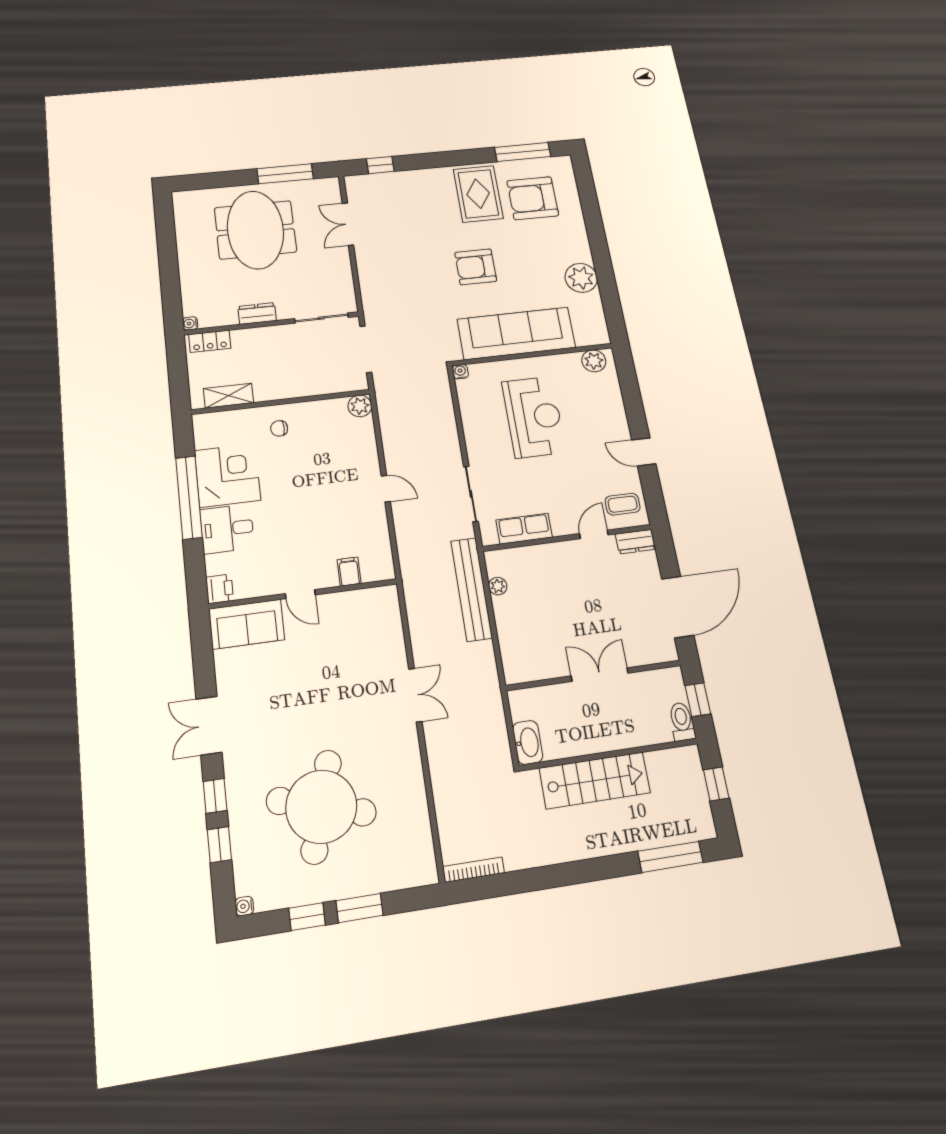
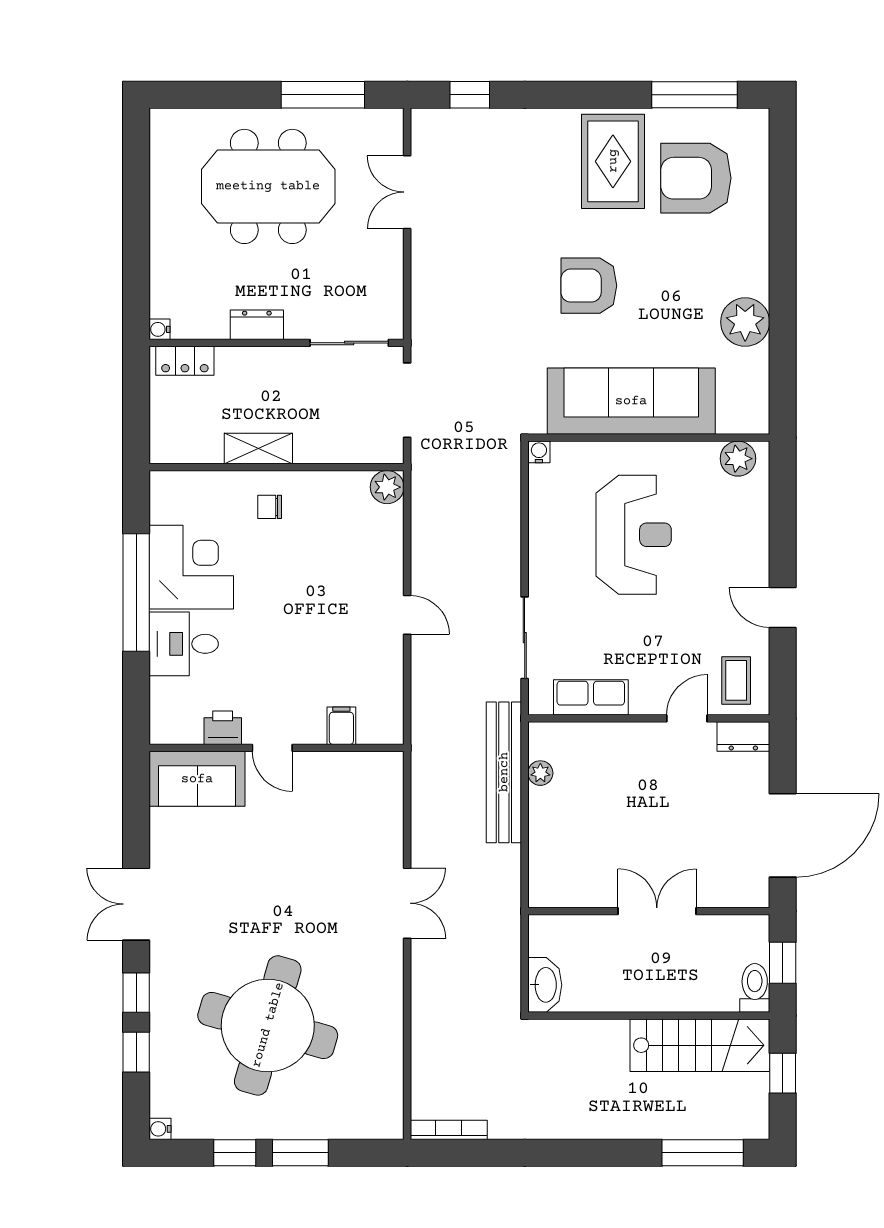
meeting table: (255, 230) -> (268, 186), turned 90
shelving: (228, 396) -> (258, 448), moved
coffee table: (623, 504) -> (736, 680), turned 90
printer: (220, 589) -> (223, 728), moved, turned -90
stairs: (595, 780) -> (700, 1045), moved

